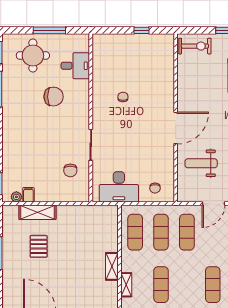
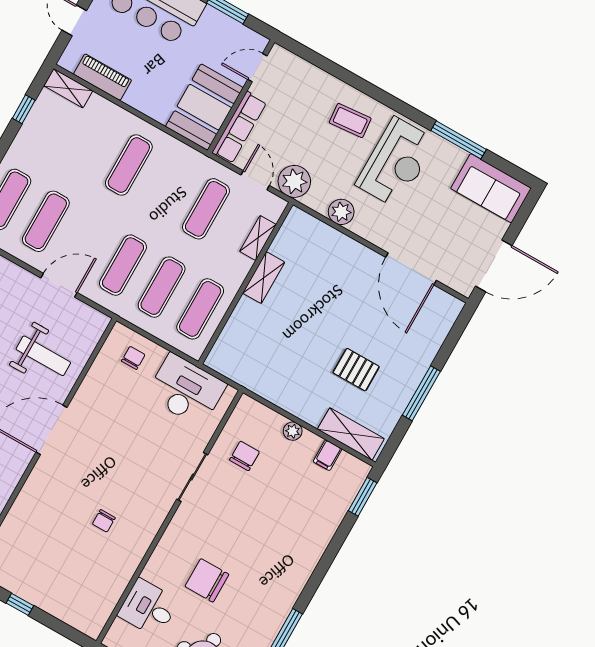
plant: (16, 197) -> (293, 431), moved
shelving: (37, 212) -> (351, 434), moved
pallet: (39, 246) -> (356, 370), turned 90

